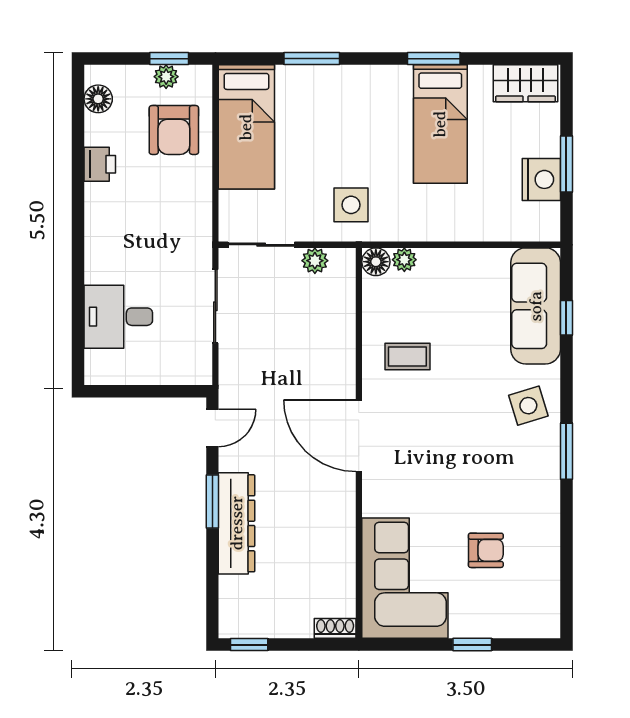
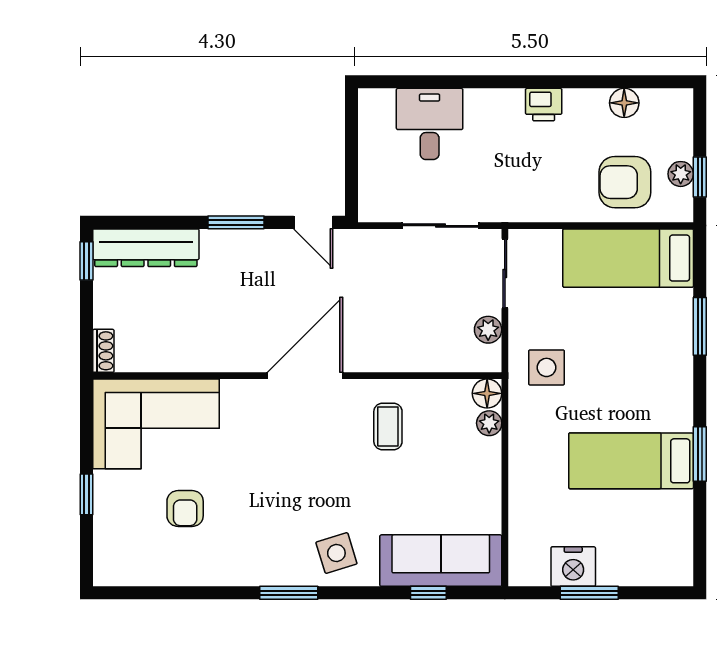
wardrobe: (525, 83) -> (674, 550), removed
floor lamp: (98, 99) -> (624, 103), moved
printer: (100, 164) -> (544, 105), moved
dresser: (237, 523) -> (146, 248), moved

